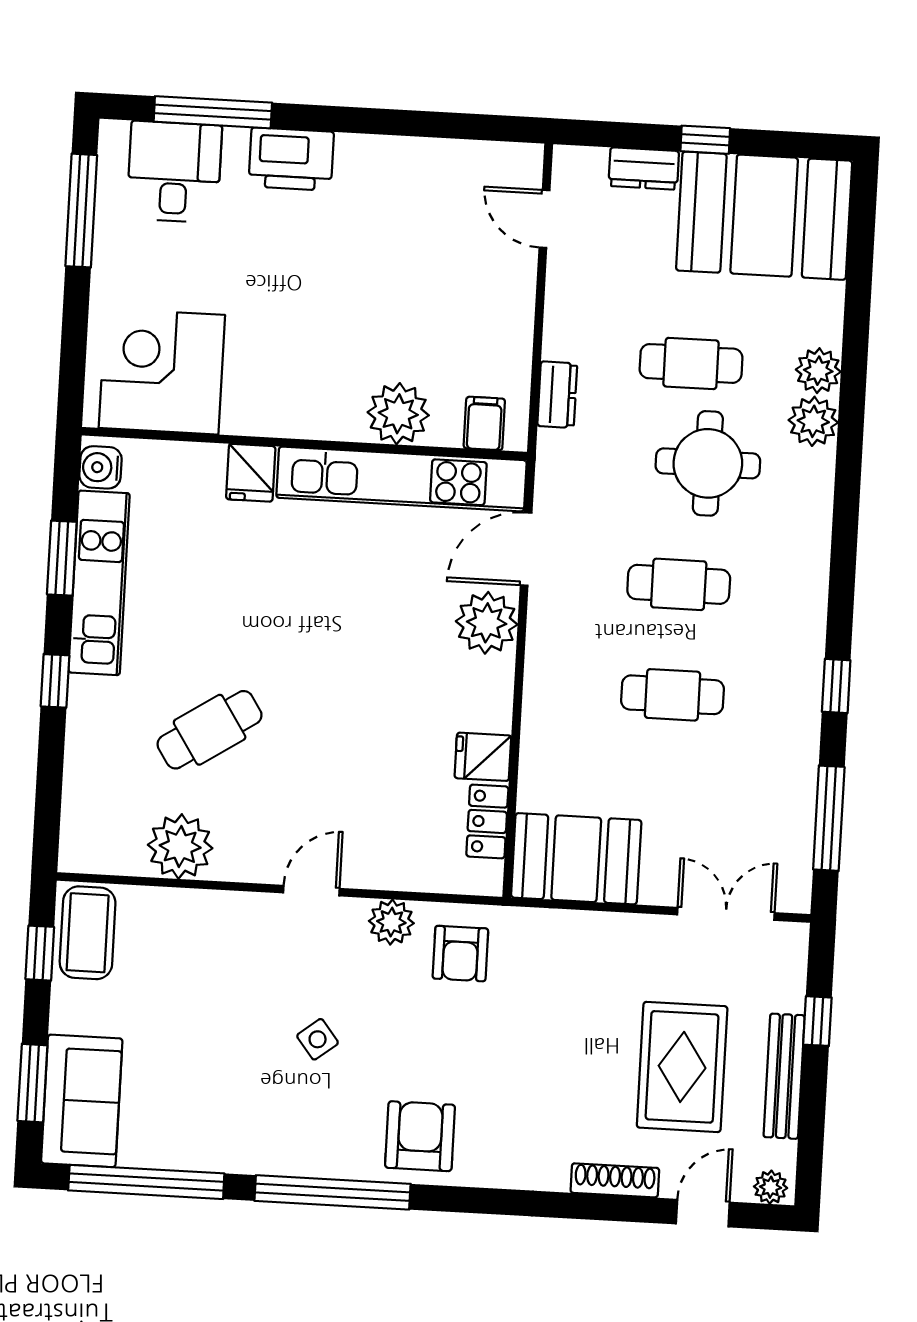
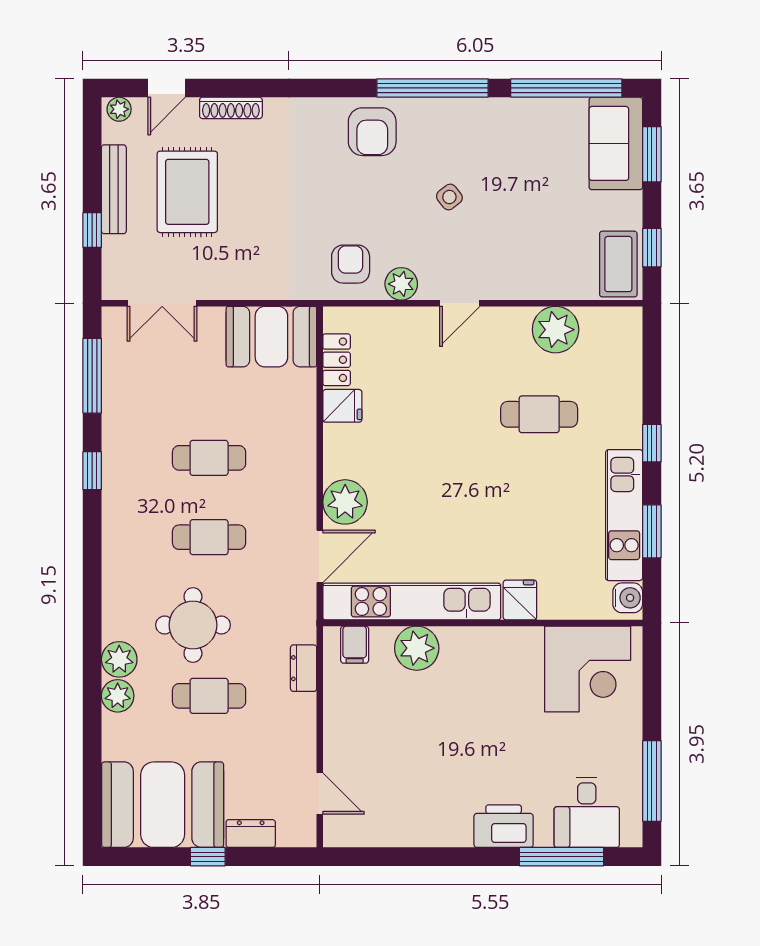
cafe table: (210, 730) -> (539, 414), turned 33

